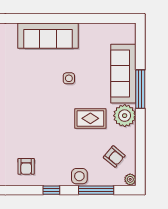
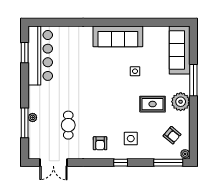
sofa: (123, 74) -> (180, 50), moved
side table: (79, 176) -> (131, 139), moved
window: (96, 190) -> (168, 163), moved

